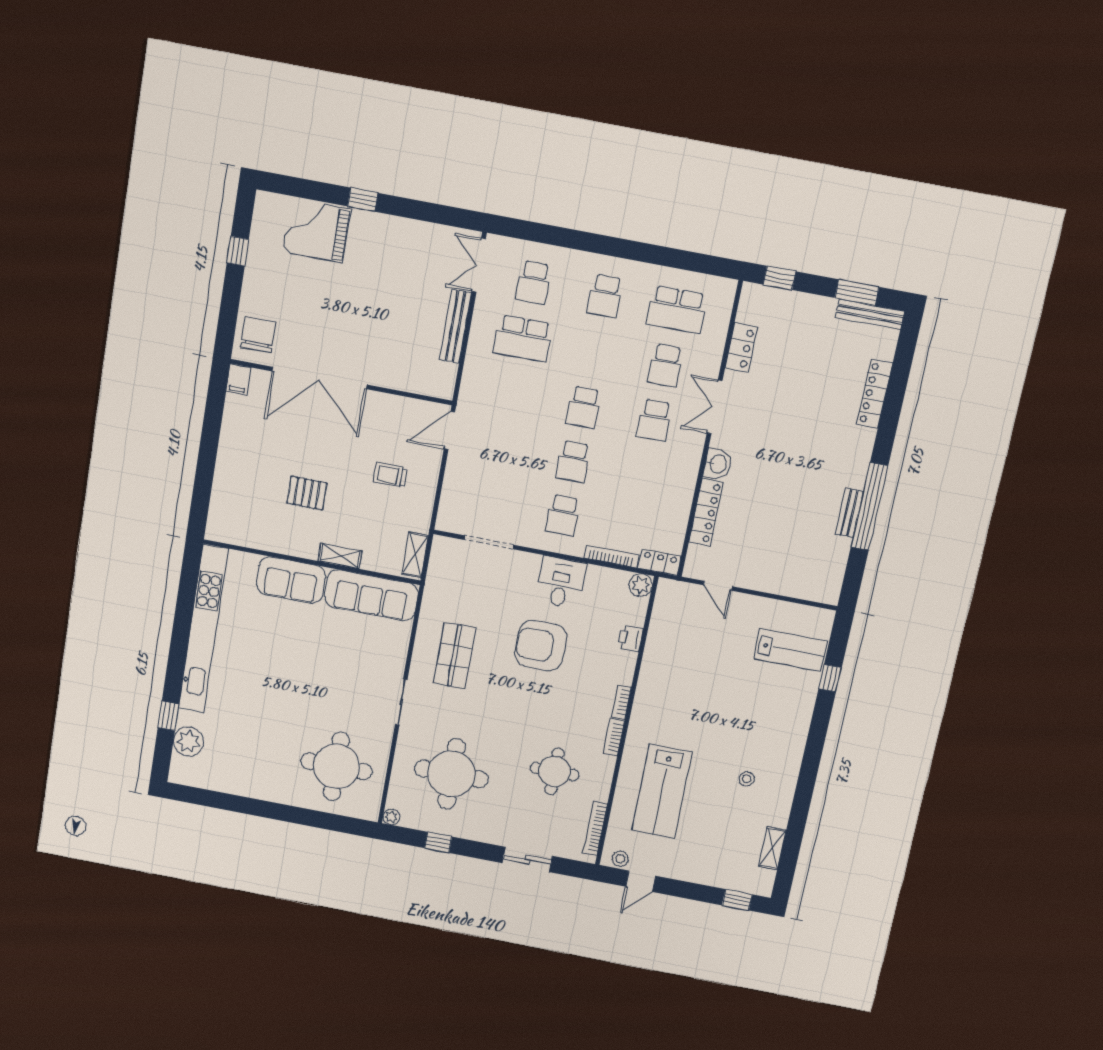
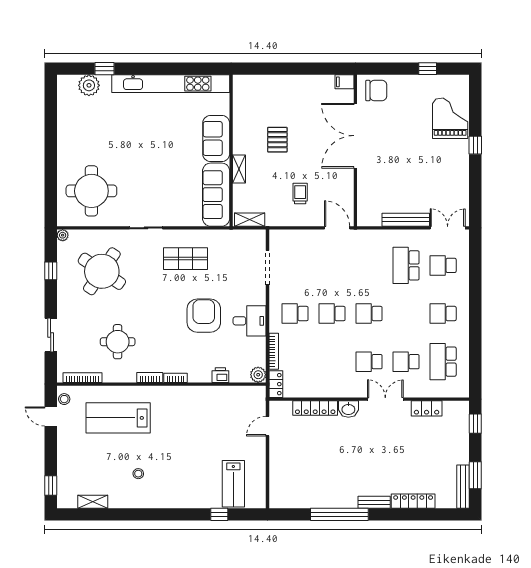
bench: (849, 513) -> (374, 502), moved
round table: (451, 774) -> (102, 271), turned 34

